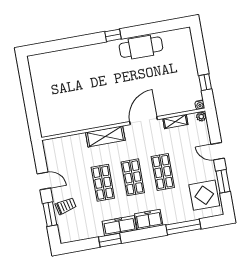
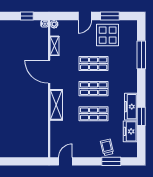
door: (44, 181) -> (65, 161), moved
display table: (204, 195) -> (108, 35), moved
freezer: (149, 220) -> (130, 131), moved

